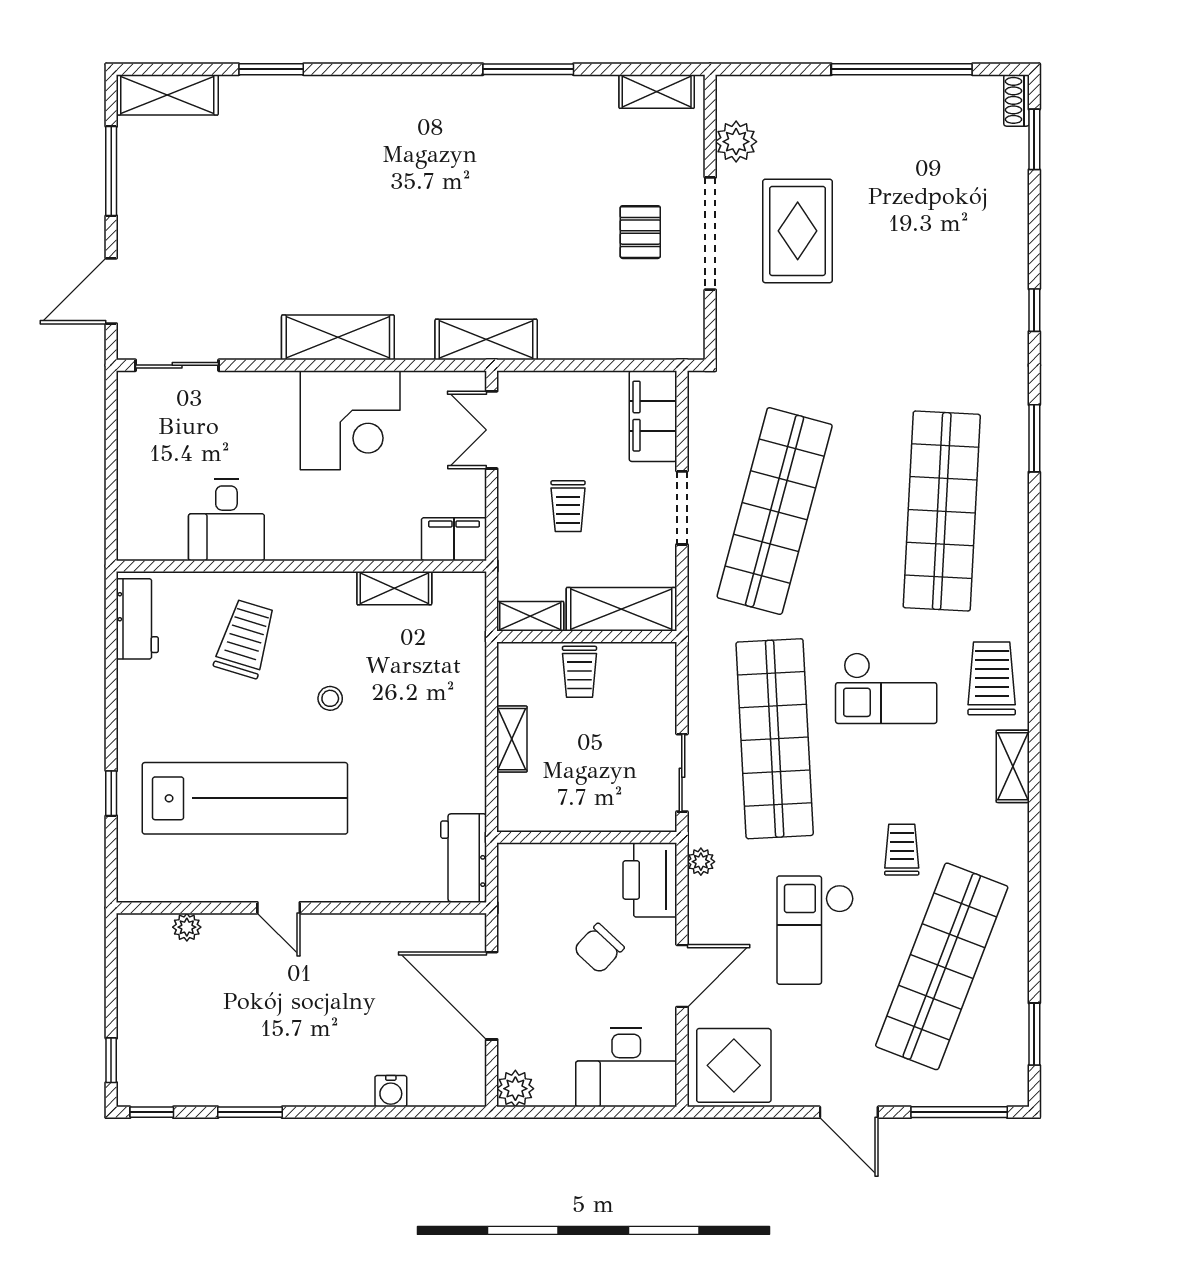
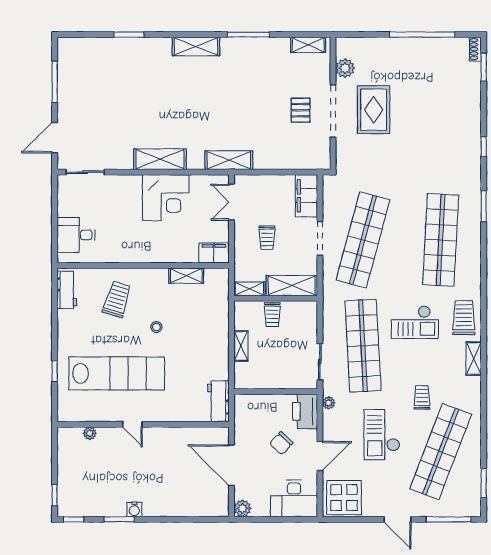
shelving: (167, 95) -> (196, 46), moved
desk: (226, 520) -> (76, 235), moved, turned 90
water cooler: (391, 1091) -> (134, 510), moved

